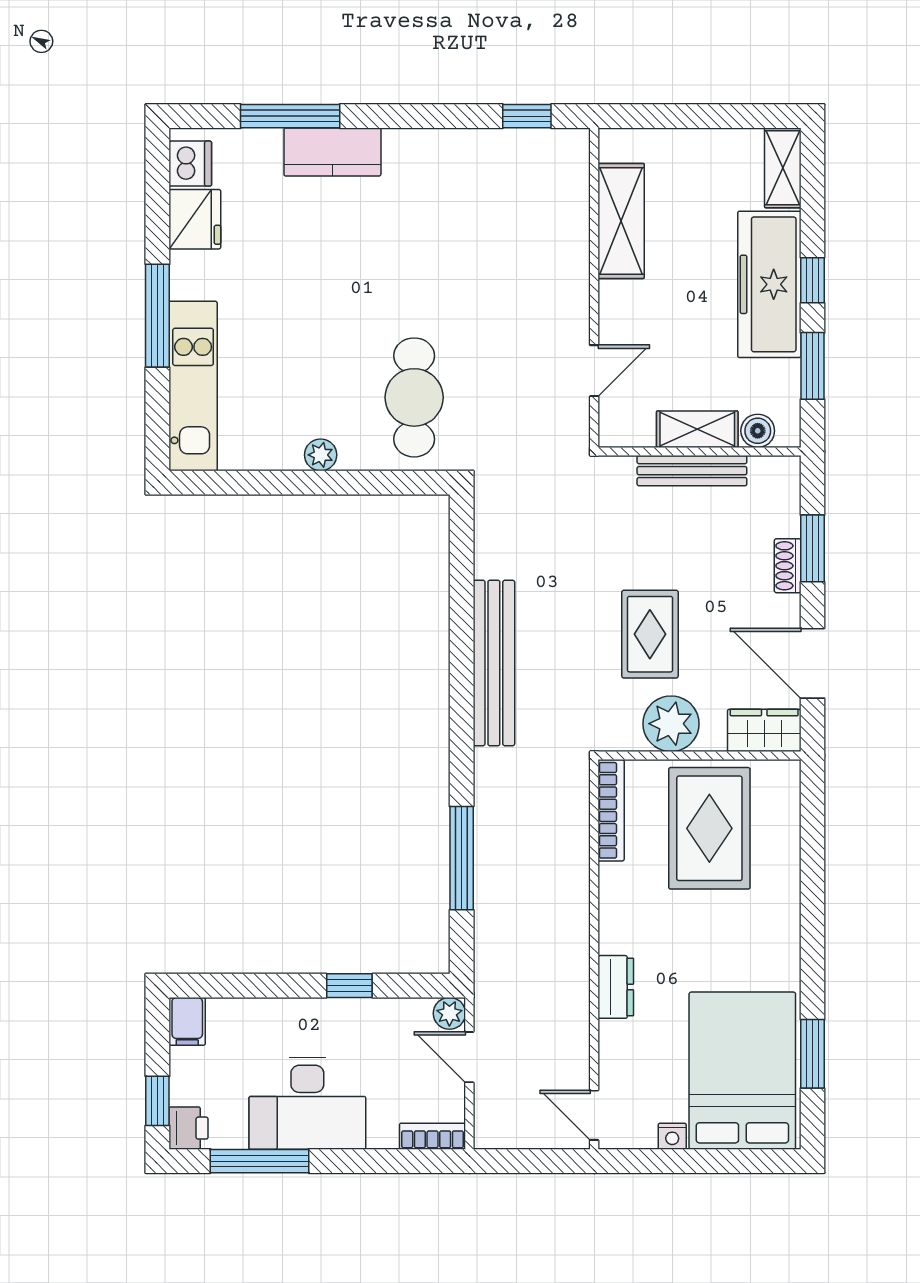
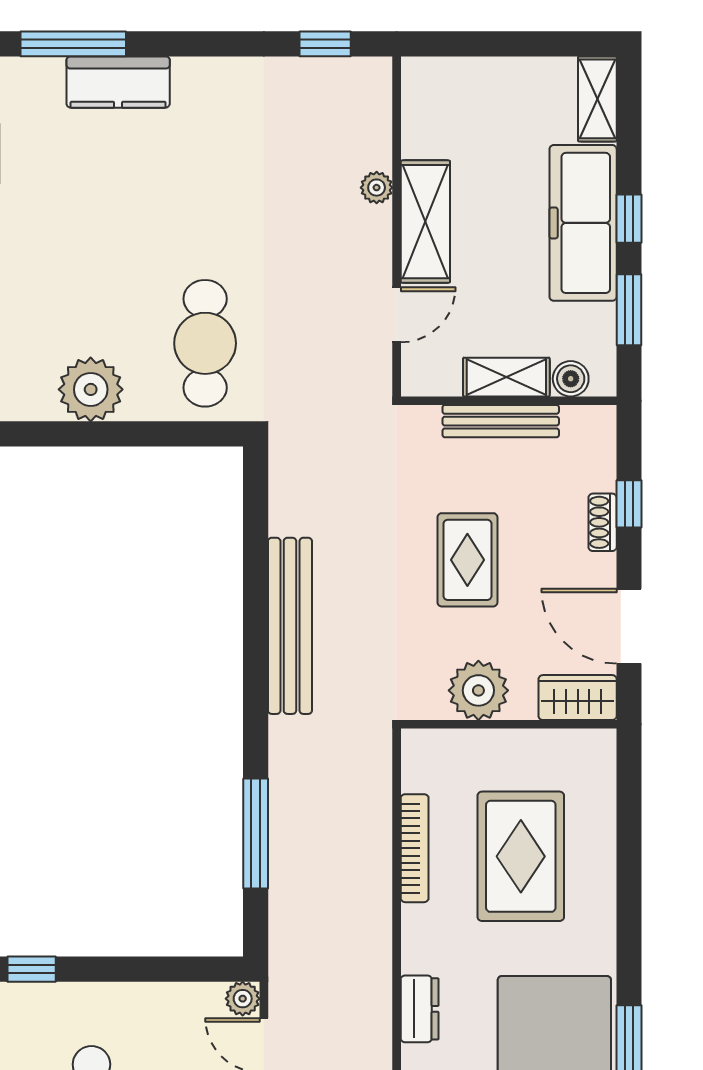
shelving: (621, 221) -> (425, 222), moved
plant: (575, 251) -> (377, 188), added
plant: (321, 455) -> (91, 389), width x1.87, depth x1.87
window: (813, 548) -> (629, 504), width x0.67
rug: (650, 634) -> (467, 560), moved
bookcase: (611, 810) -> (415, 848), moved
rug: (709, 828) -> (521, 856), moved
window: (349, 986) -> (32, 969), moved
dresser: (616, 987) -> (420, 1009), moved

